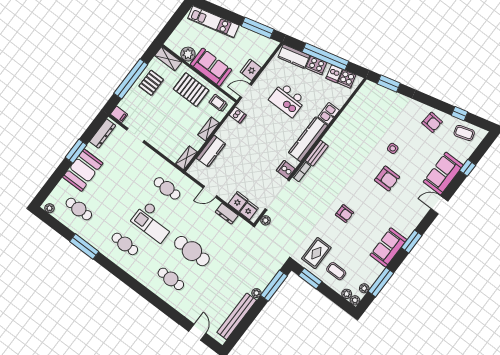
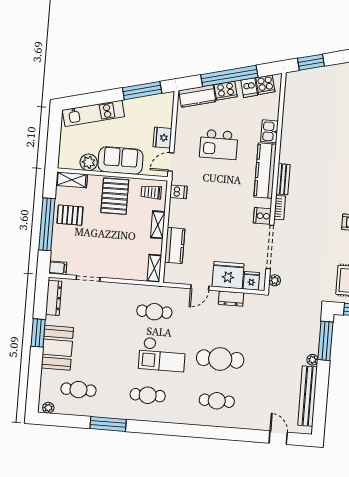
pallet: (151, 83) -> (70, 215), turned 90
pallet: (191, 90) -> (115, 196), turned 90
fridge: (238, 202) -> (228, 275), width x1.88, depth x1.34

